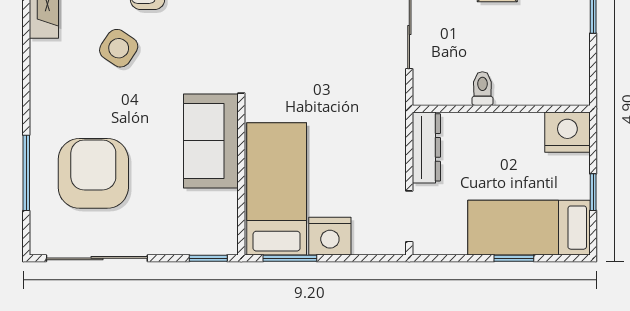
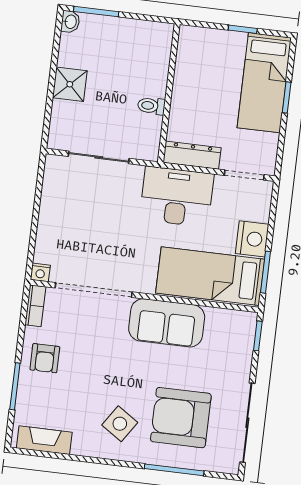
side table: (119, 48) -> (120, 424), moved
nightstand: (567, 132) -> (193, 44), removed
desk: (372, 134) -> (177, 197), added

